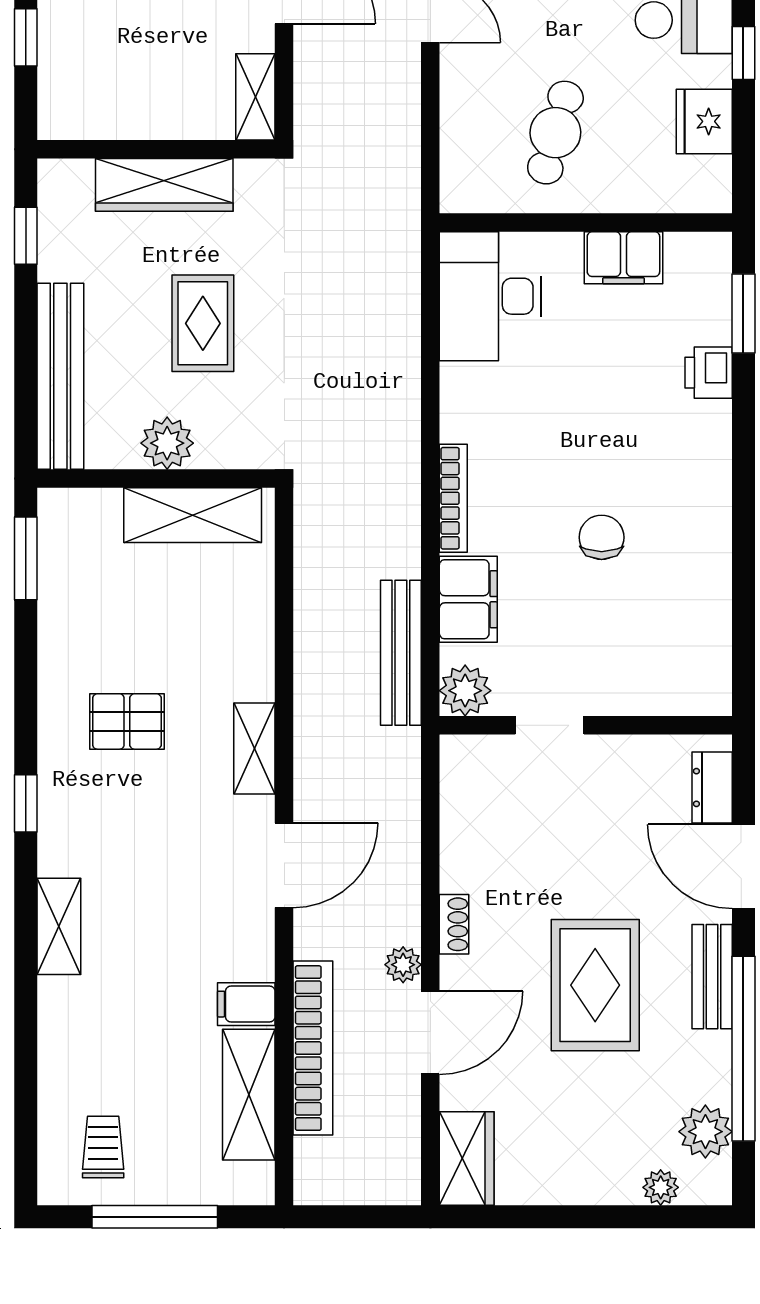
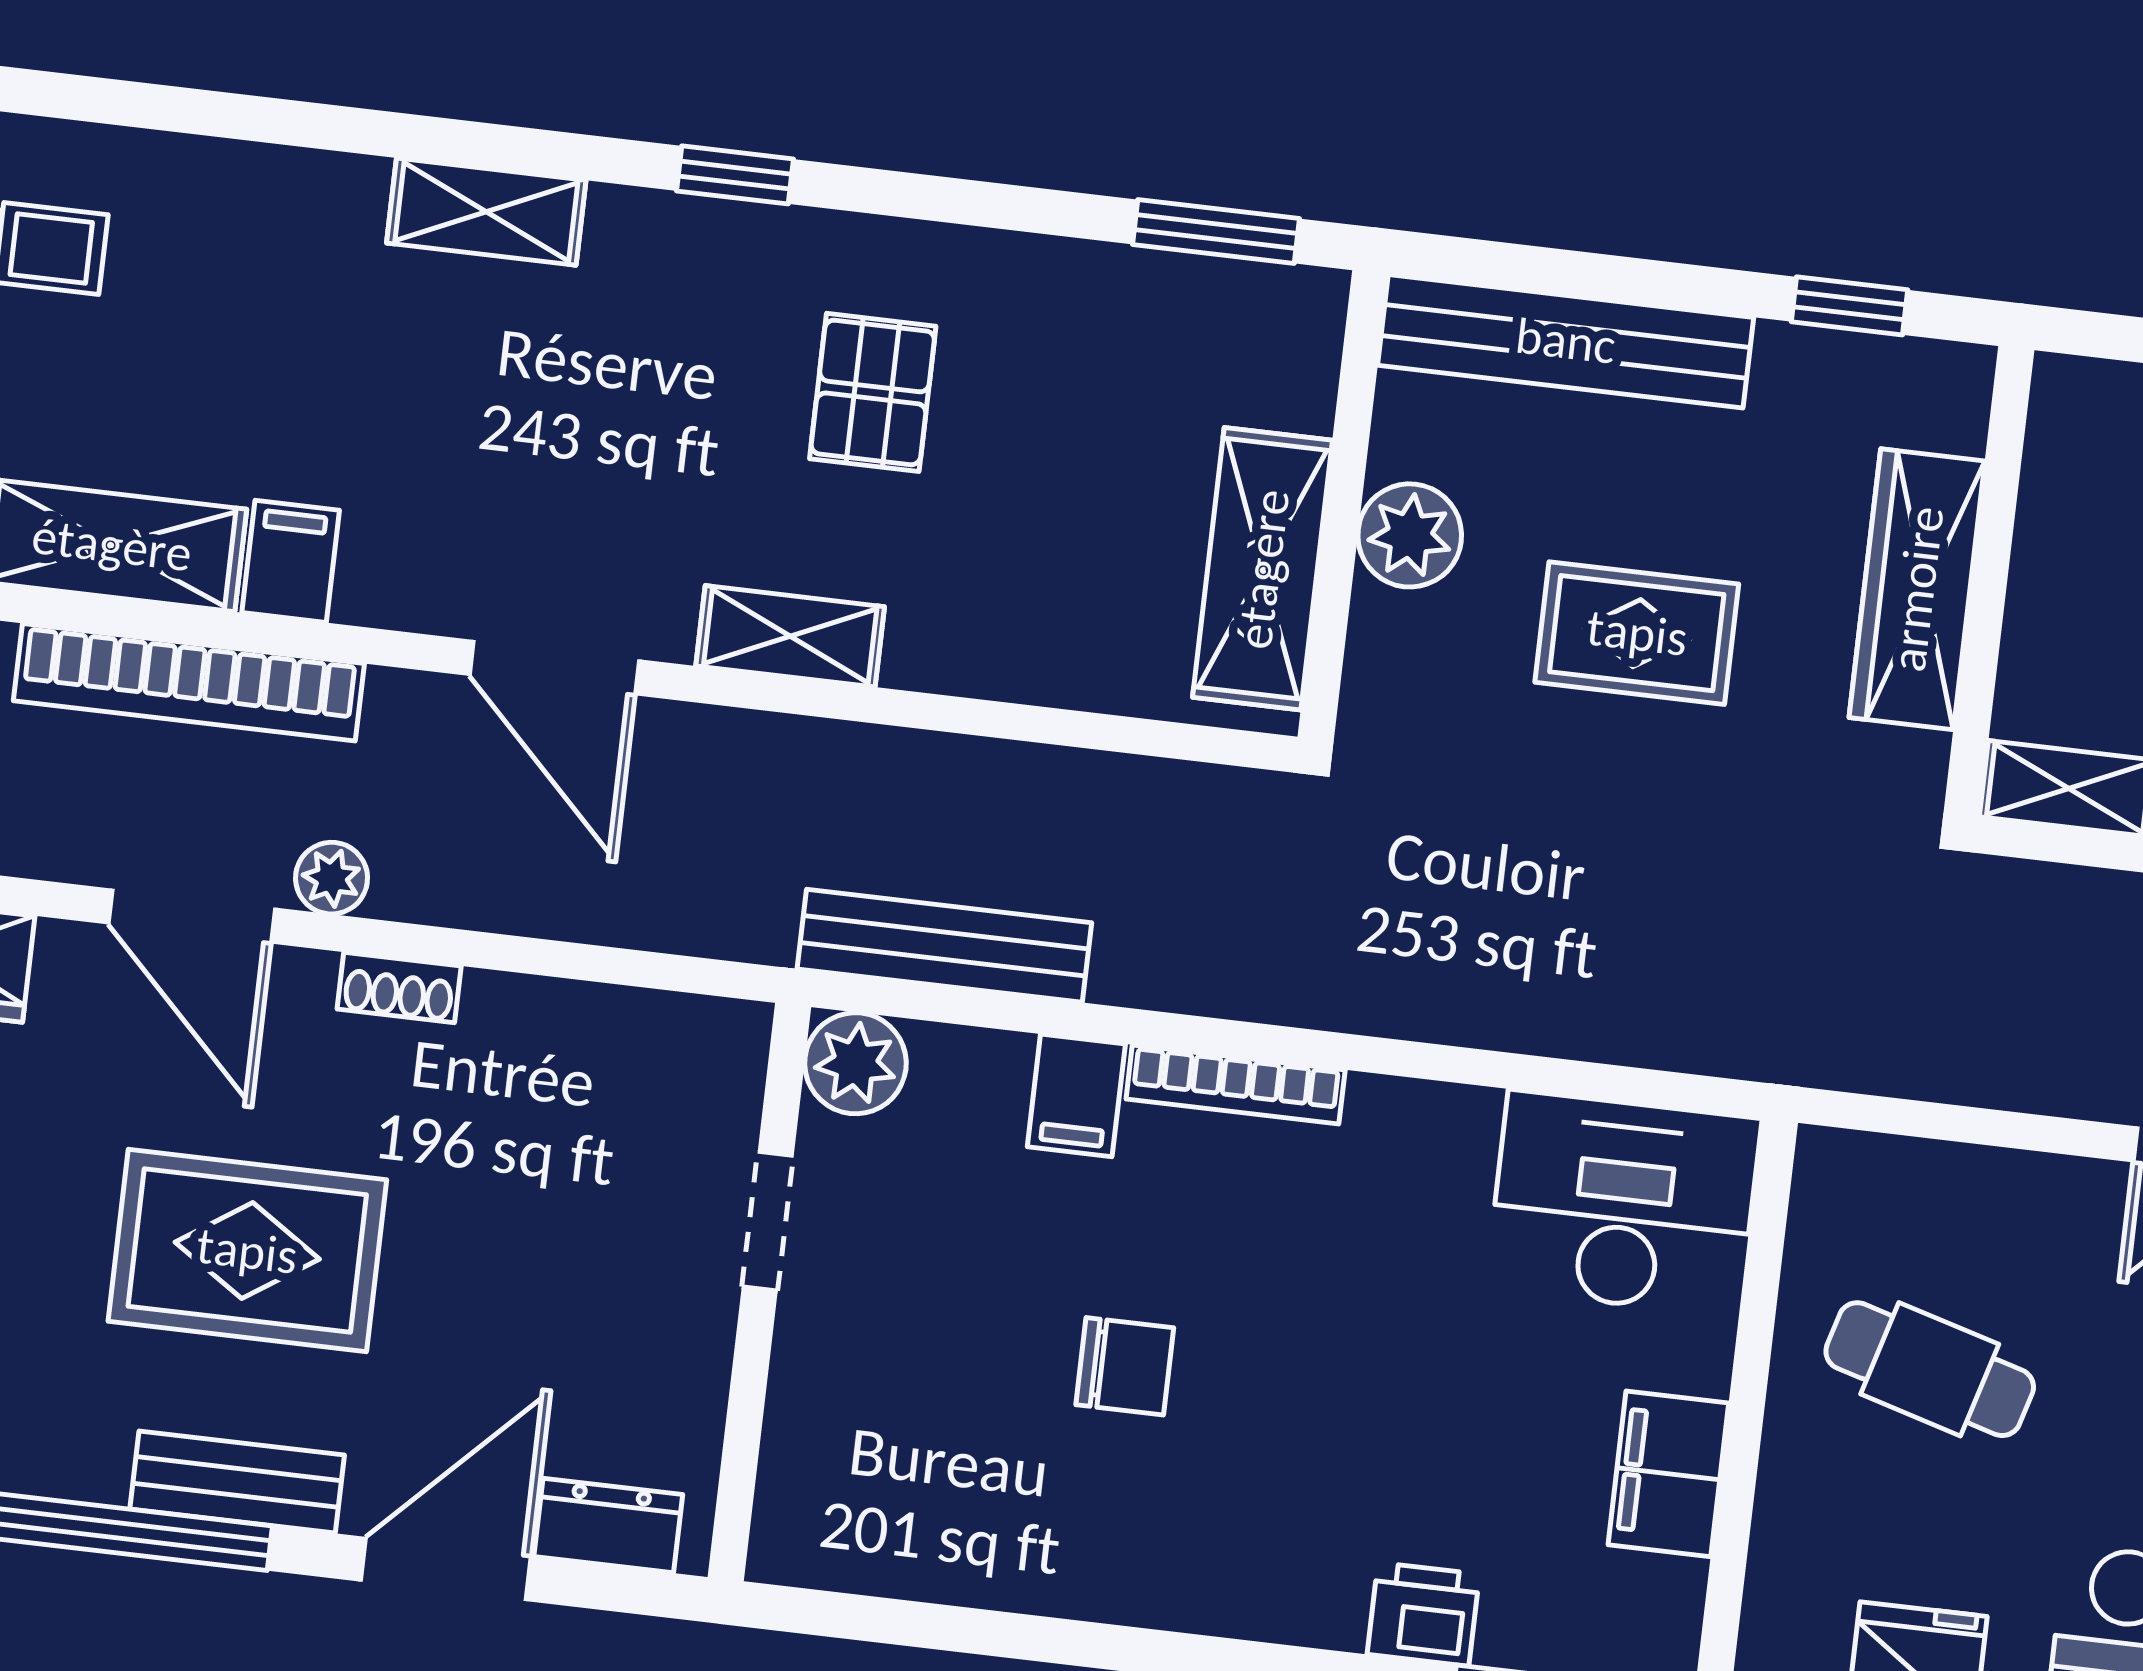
filing cabinet: (468, 599) -> (1076, 1095), width x0.50

